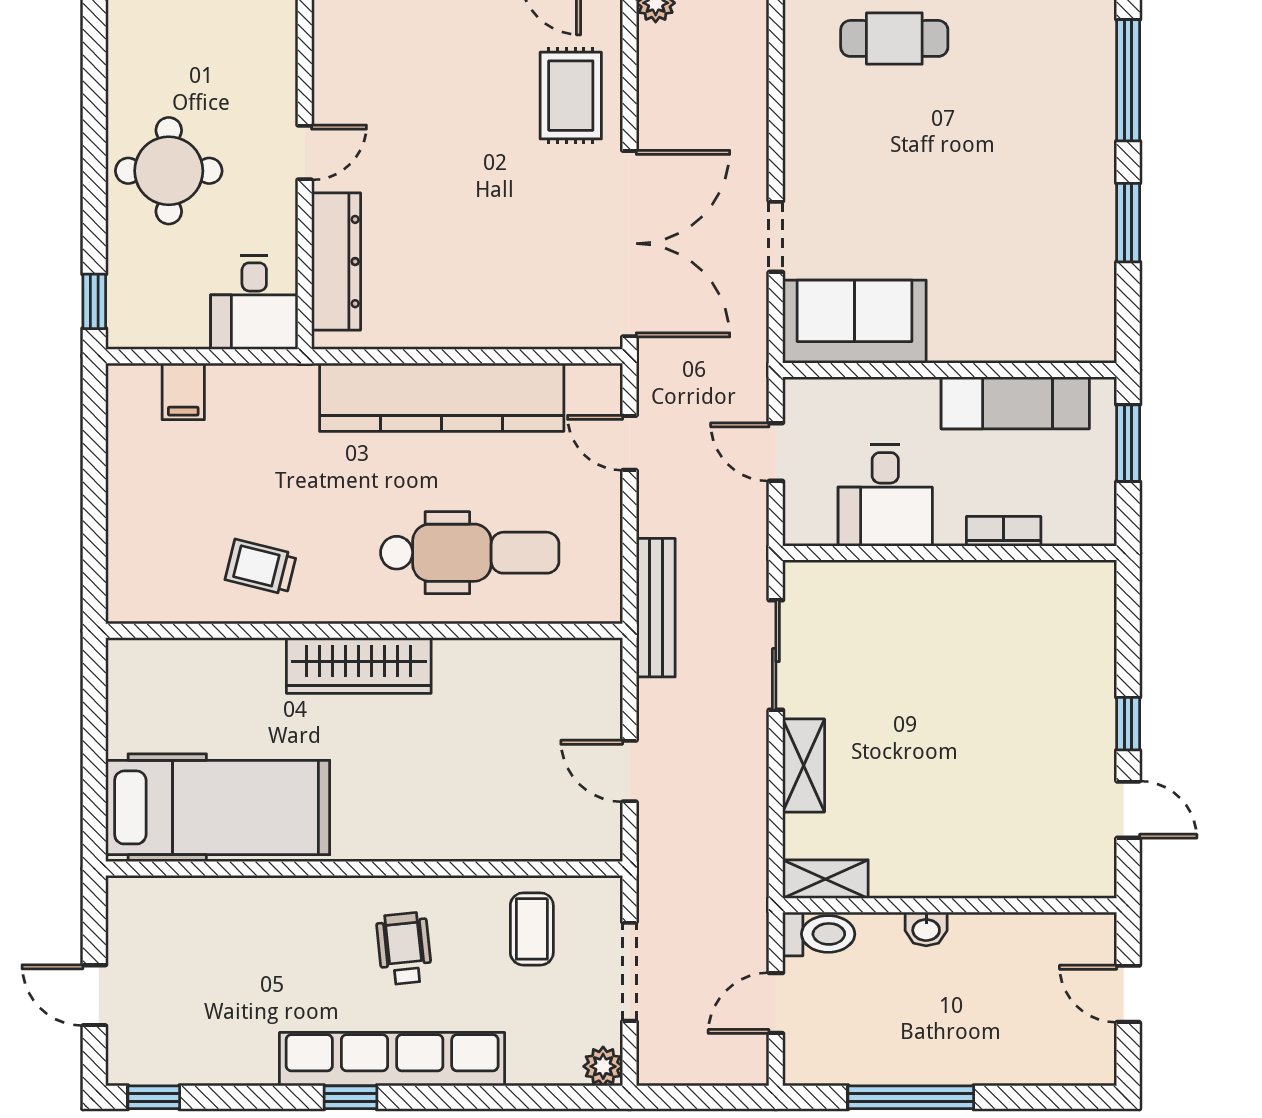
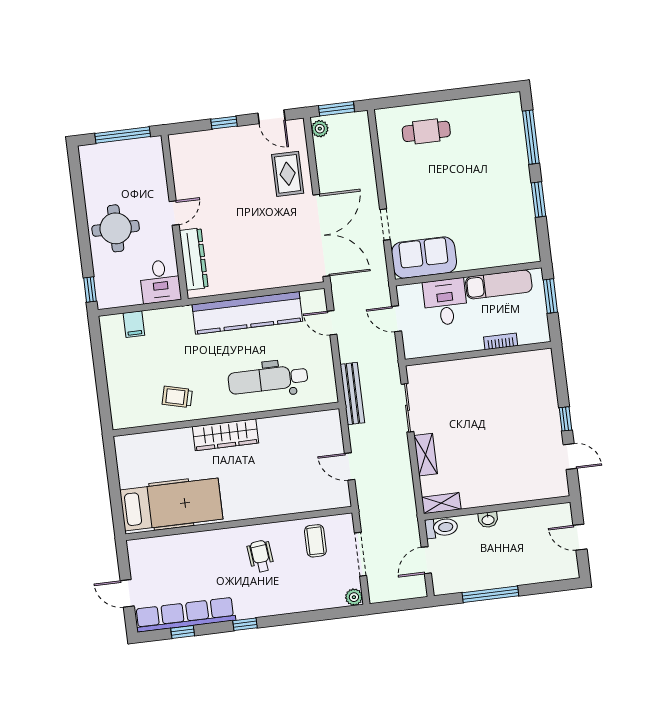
desk: (885, 495) -> (445, 302), moved, turned 180
dental chair: (470, 553) -> (268, 379), turned 180
row of seats: (392, 1059) -> (185, 615), moved
window: (154, 1097) -> (183, 632), moved

